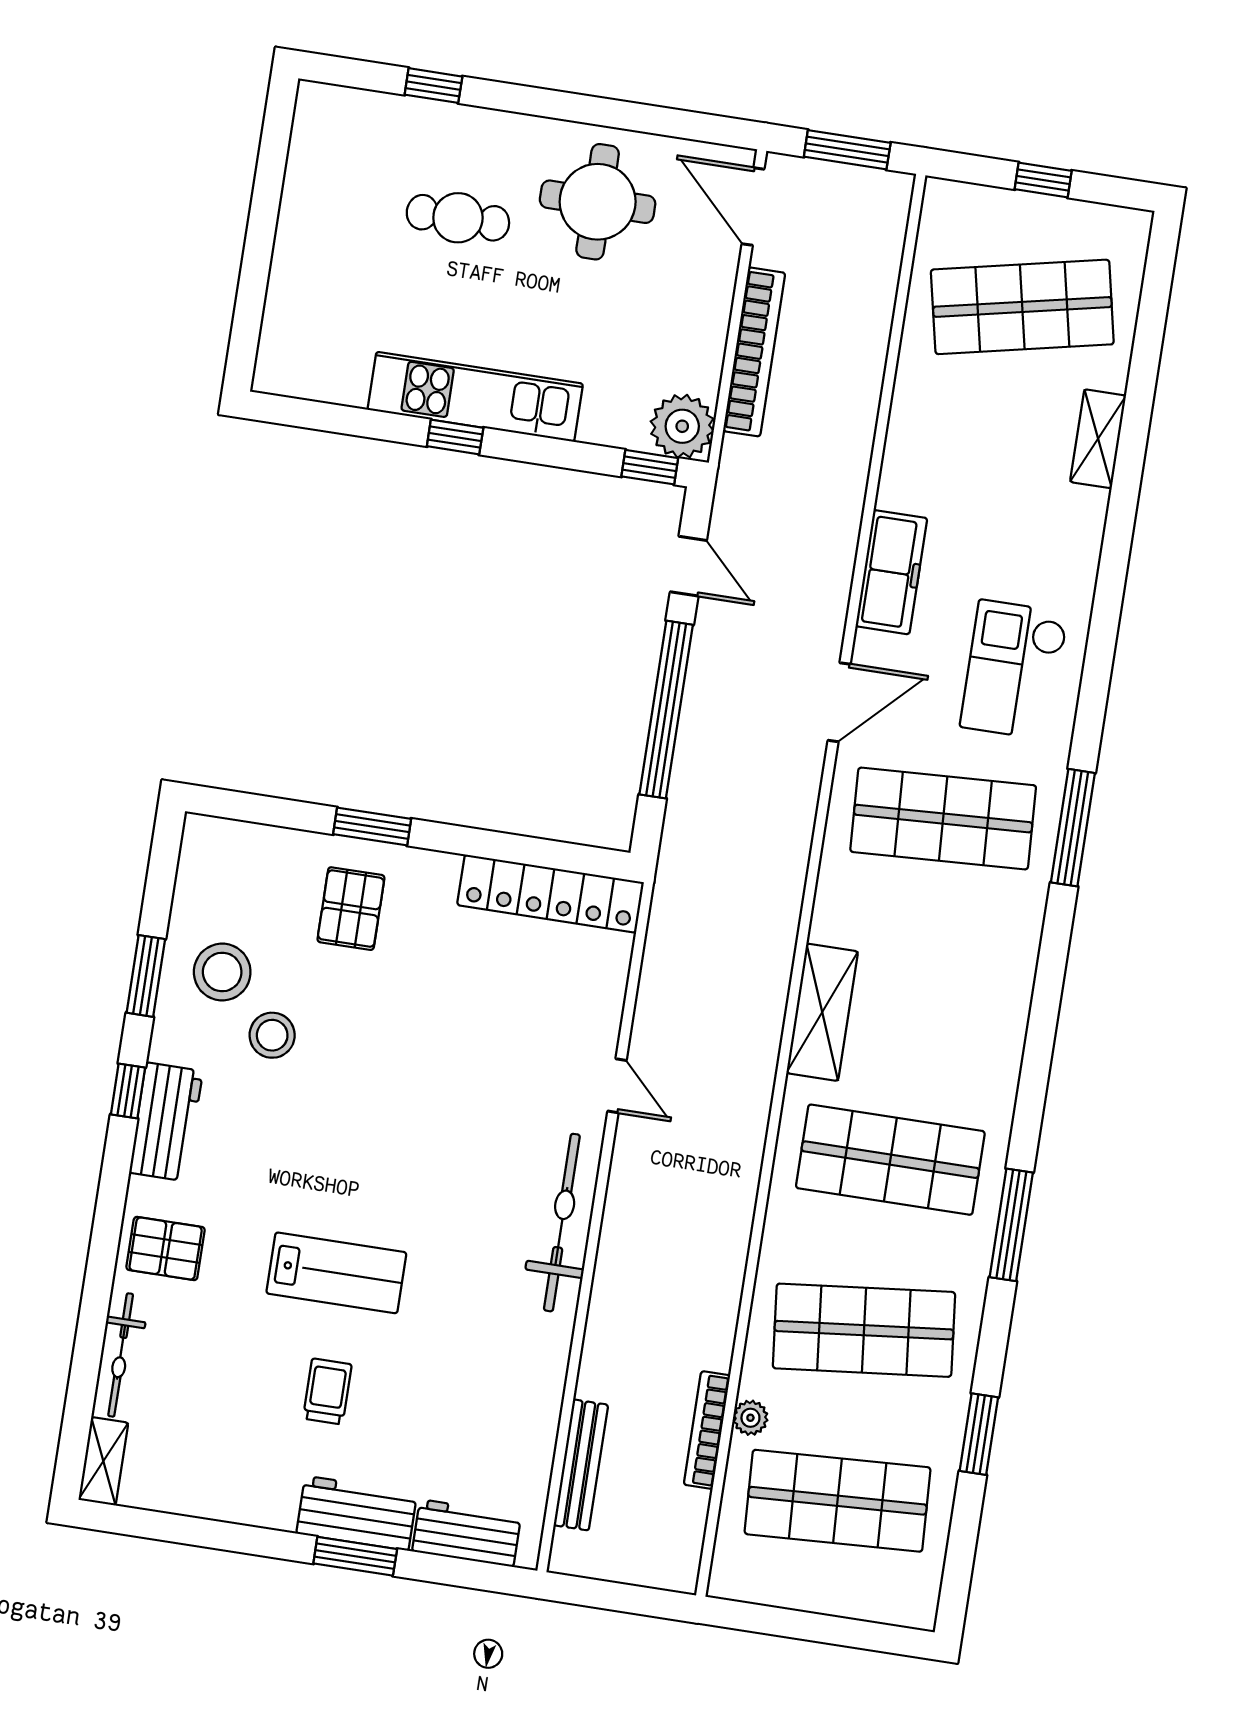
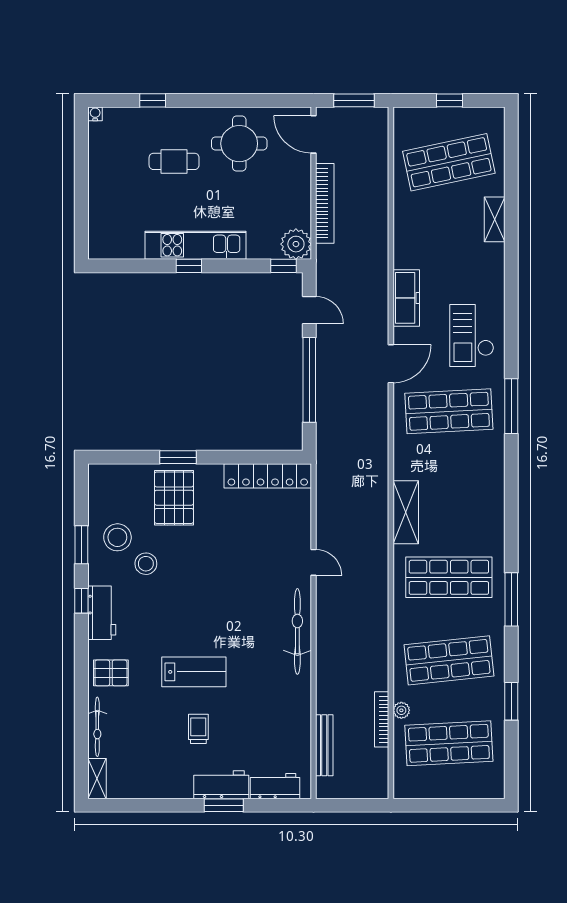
water cooler: (311, 95) -> (95, 114), added
pallet: (351, 909) -> (174, 498), width x1.50, depth x1.42

